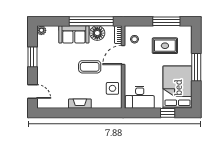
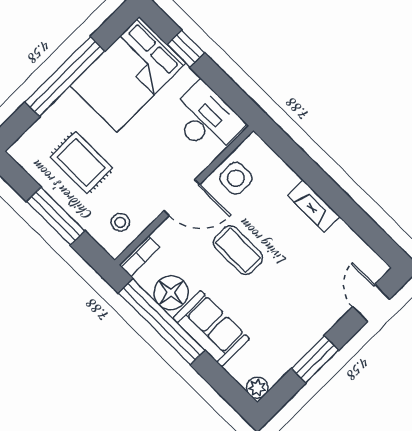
window: (166, 21) -> (56, 216), moved
door: (123, 55) -> (182, 198), moved
window: (196, 67) -> (65, 77), width x1.46

